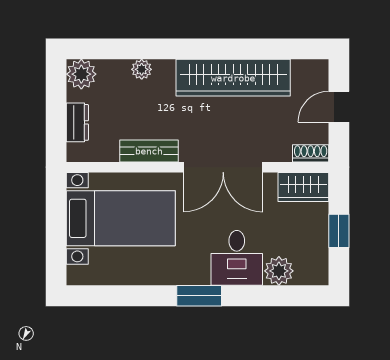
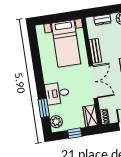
double door: (223, 167) -> (93, 82), swing flipped
plant: (279, 271) -> (56, 122), moved
window: (199, 296) -> (44, 108), moved

